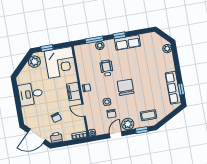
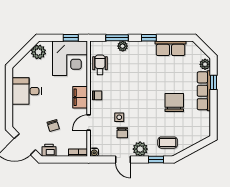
row of seats: (128, 43) -> (171, 48), moved
window: (47, 48) -> (71, 38), moved
wheelchair: (107, 68) -> (100, 65), moved
chair: (125, 87) -> (174, 103), moved
row of seats: (173, 88) -> (204, 91), moved
window: (181, 89) -> (213, 82), moved
door: (84, 110) -> (89, 123), hinge flipped
door: (116, 135) -> (123, 160), swing flipped

